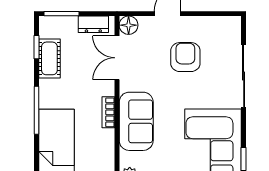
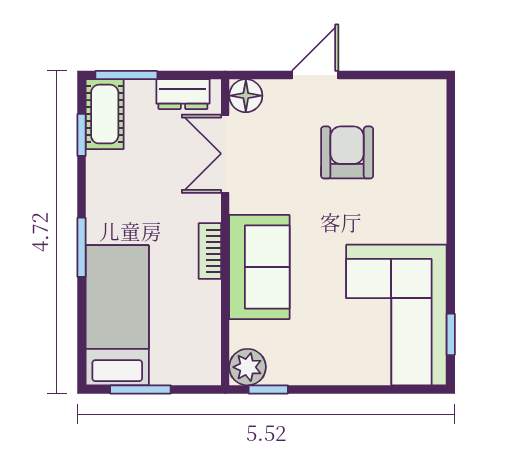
cot: (49, 58) -> (105, 114), moved
sliding door: (244, 76) -> (451, 186), removed
window: (36, 110) -> (82, 247), width x0.69

